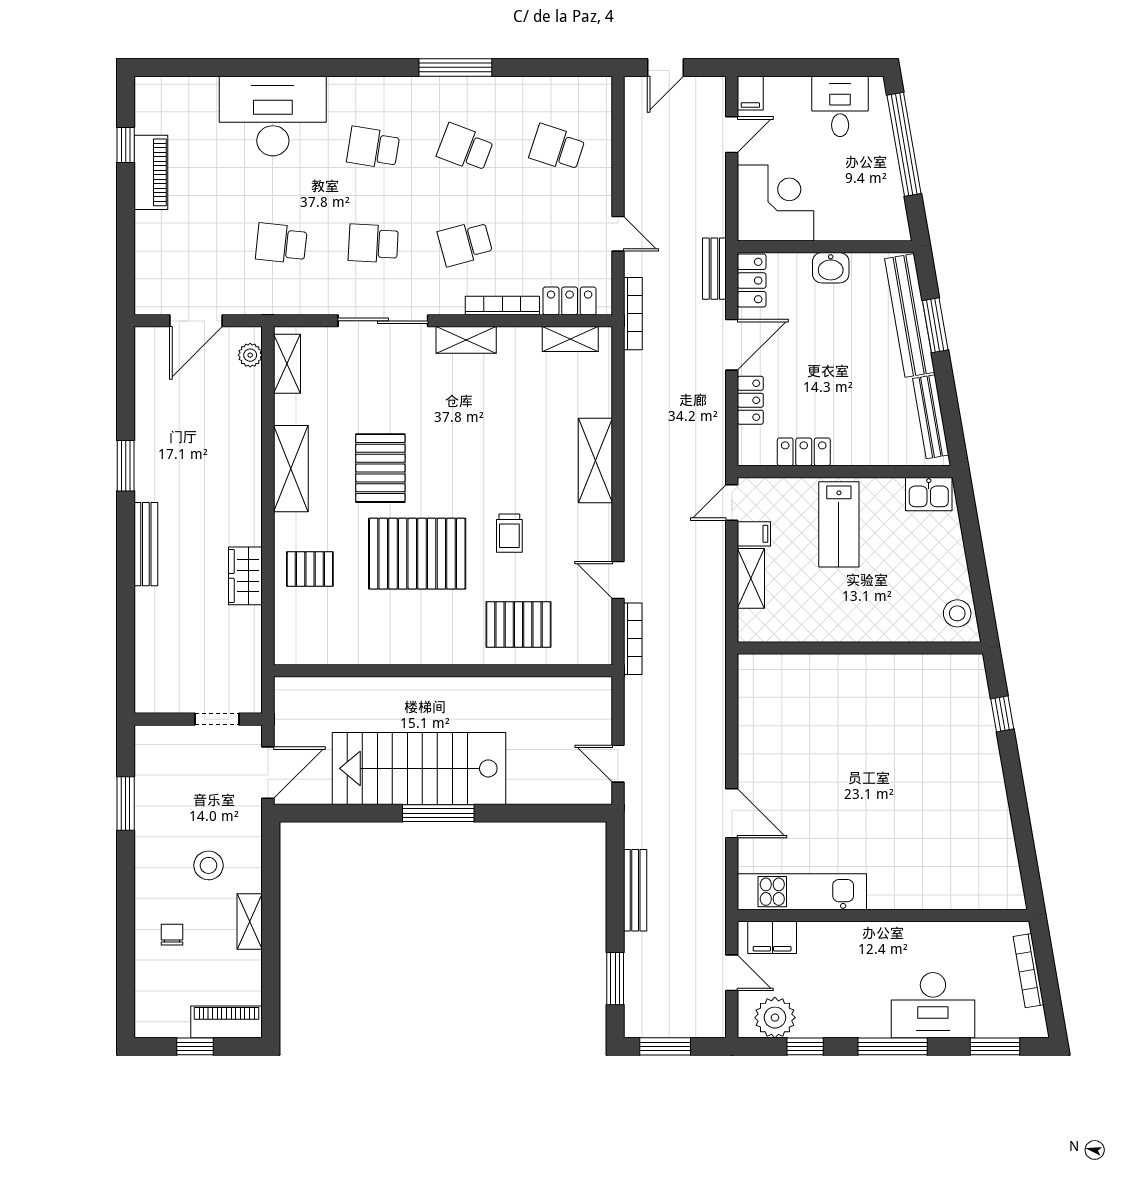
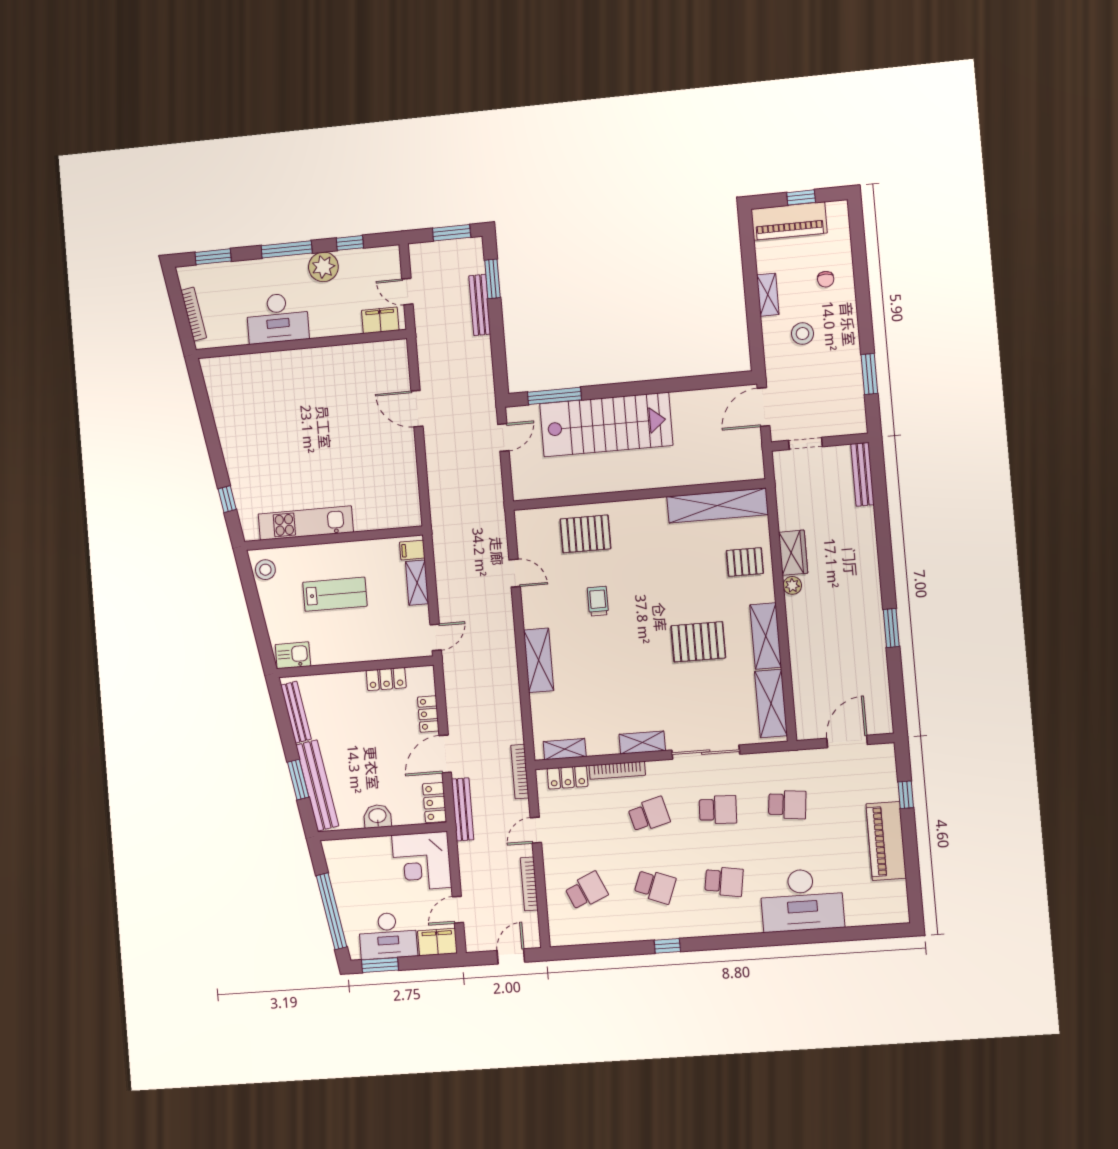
window: (455, 67) -> (667, 946), width x0.46
window: (844, 67) -> (380, 965), added
filing cabinet: (750, 93) -> (437, 942), width x2.00
desk: (840, 106) -> (388, 936), width x1.37
window: (126, 145) -> (906, 795), moved
school desk: (557, 148) -> (586, 891), turned -42
piano: (151, 172) -> (886, 841), width x1.37, depth x1.33
door: (618, 234) -> (536, 830), hinge flipped
bench: (714, 269) -> (463, 809), width x1.36
plant: (250, 355) -> (792, 585), moved
shelving: (287, 364) -> (771, 703), width x1.50, depth x1.33
pallet: (380, 468) -> (698, 642), turned 90
lab bench: (839, 524) -> (335, 594), moved, turned 90
filing cabinet: (754, 534) -> (412, 550), moved
bench: (146, 544) -> (863, 474), moved
pallet: (417, 554) -> (665, 580), removed
bookcase: (633, 639) -> (529, 884), moved
shelving: (340, 647) -> (718, 506), added
door: (618, 764) -> (503, 438), hinge flipped
stairs: (419, 768) -> (606, 424), moved
window: (438, 813) -> (554, 396), moved
bench: (635, 890) -> (480, 305), moved
kitchen unit: (802, 892) -> (306, 523), moved, turned 180
desk: (933, 1005) -> (278, 318), moved, turned 180
plant: (775, 1018) -> (323, 267), moved
piano: (227, 1022) -> (789, 221), width x1.37, depth x1.33

